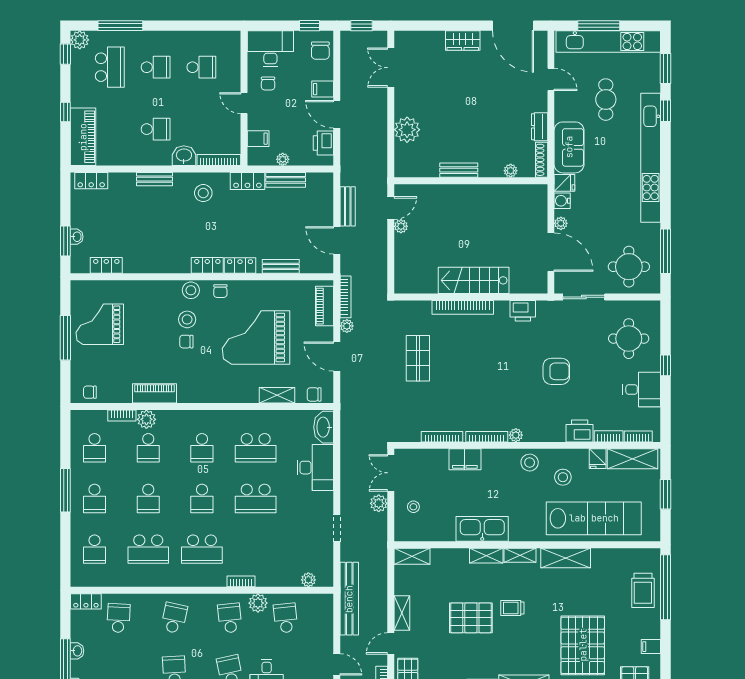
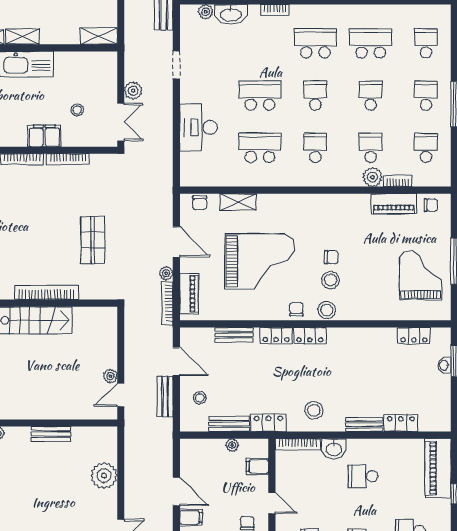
printer: (323, 143) -> (190, 462), removed
locker: (91, 181) -> (401, 423), moved
stool: (314, 205) -> (200, 398), added
grand piano: (100, 324) -> (421, 275), turned -90
piano: (154, 393) -> (394, 204), moved
chair: (314, 394) -> (200, 203), turned 90
washbasin: (324, 427) -> (231, 14), moved, turned 90
stool: (413, 507) -> (77, 110), moved

